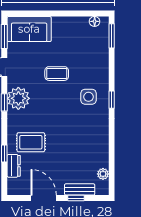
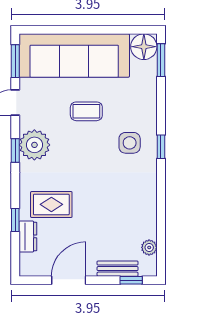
floor lamp: (95, 21) -> (144, 47), width x1.89, depth x1.89
sofa: (29, 29) -> (74, 56), width x1.85, depth x1.27
door: (44, 198) -> (69, 280), hinge flipped
window: (76, 198) -> (131, 280), moved

